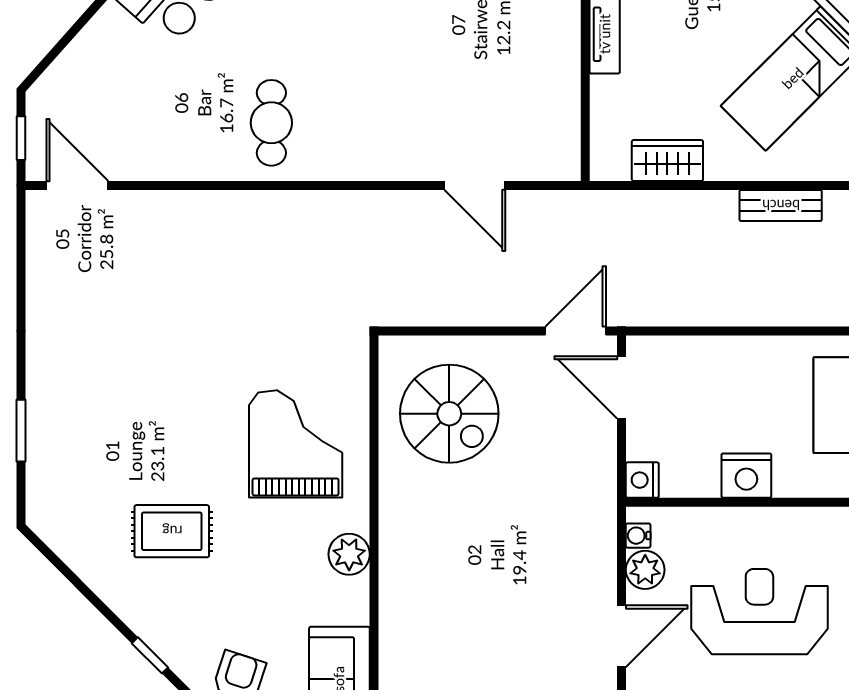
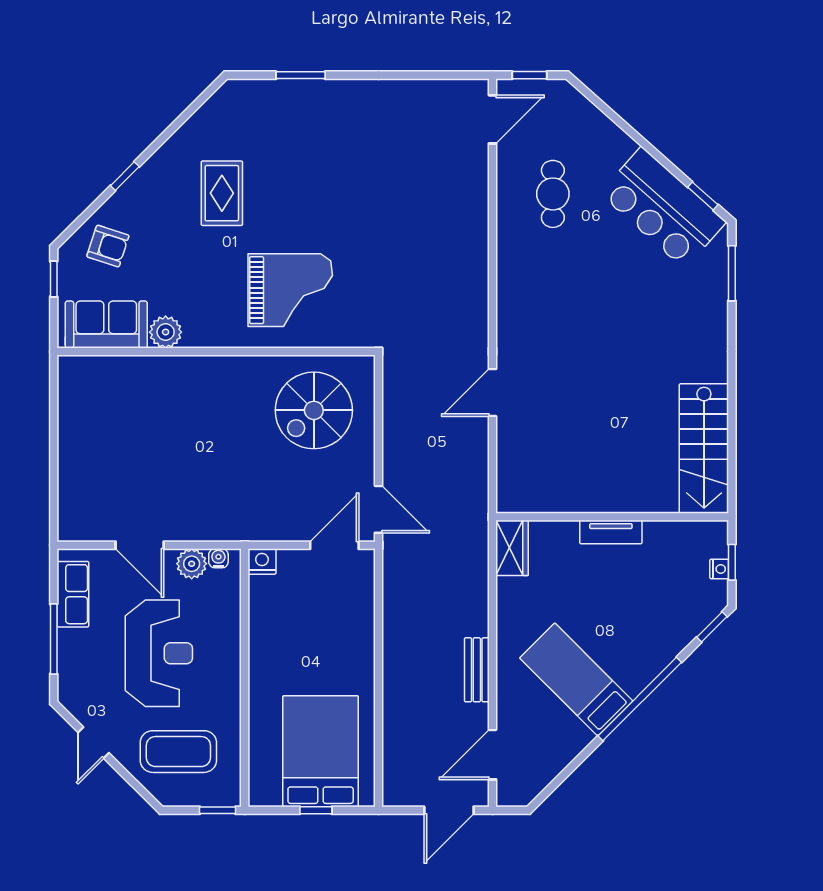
cafe table: (271, 123) -> (553, 194), moved, turned 90
wardrobe: (667, 161) -> (512, 548), moved
door: (475, 185) -> (493, 393), moved
nightstand: (746, 476) -> (265, 643), removed
plant: (349, 554) -> (166, 332), moved

